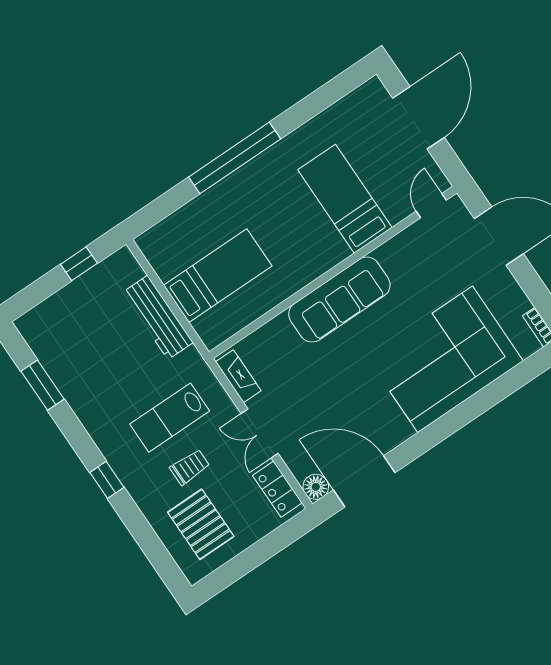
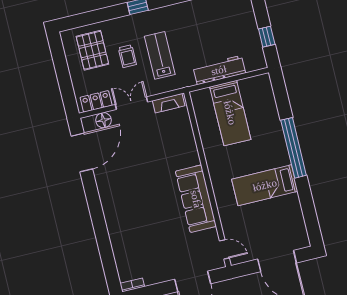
bed: (345, 199) -> (265, 185), moved, turned 180
sofa: (339, 300) -> (196, 199), moved
corner sofa: (445, 359) -> (134, 224), removed
floor lamp: (316, 487) -> (103, 120), moved
pallet: (201, 524) -> (92, 50), turned 90

